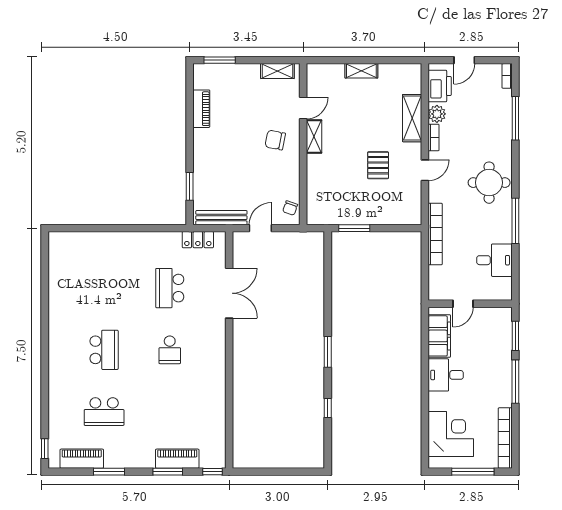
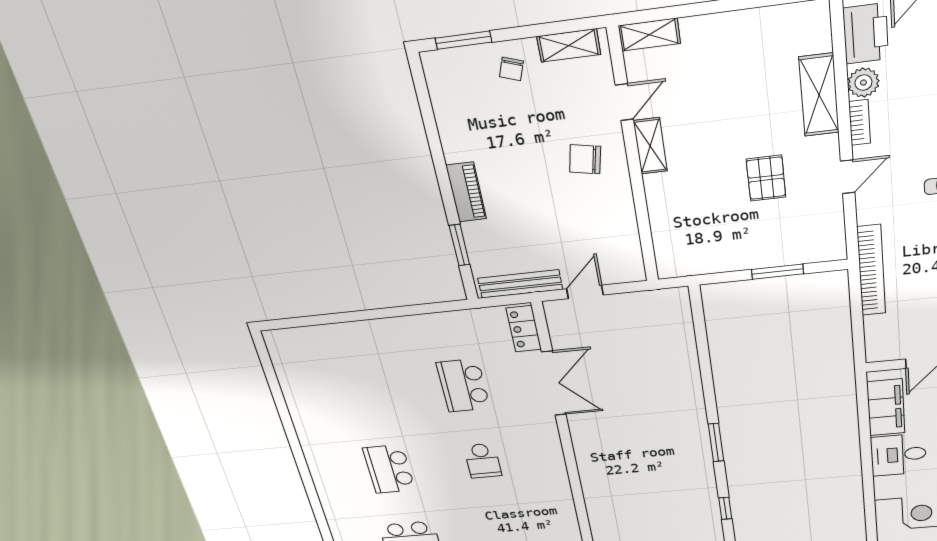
shelving: (361, 71) -> (649, 35), moved
piano: (201, 109) -> (466, 192), moved
chair: (290, 208) -> (511, 69), moved
window: (354, 228) -> (777, 272), moved
locker: (198, 240) -> (524, 329), moved, turned 90
school desk: (104, 350) -> (389, 469), turned 180

